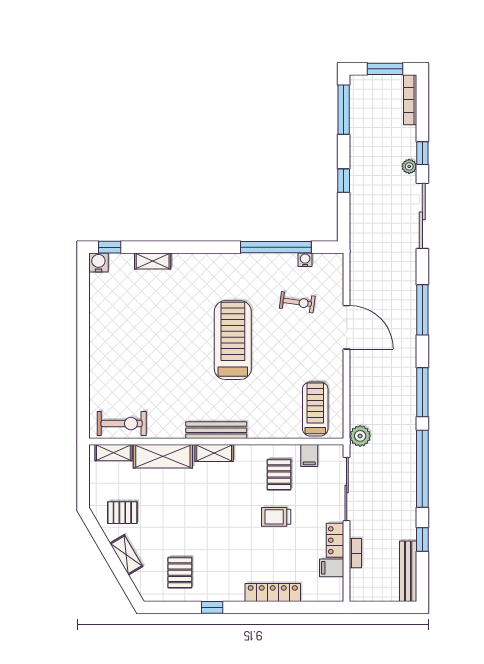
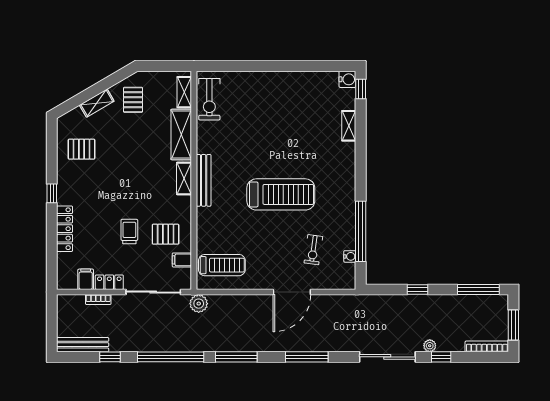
window: (212, 607) -> (52, 193), moved

